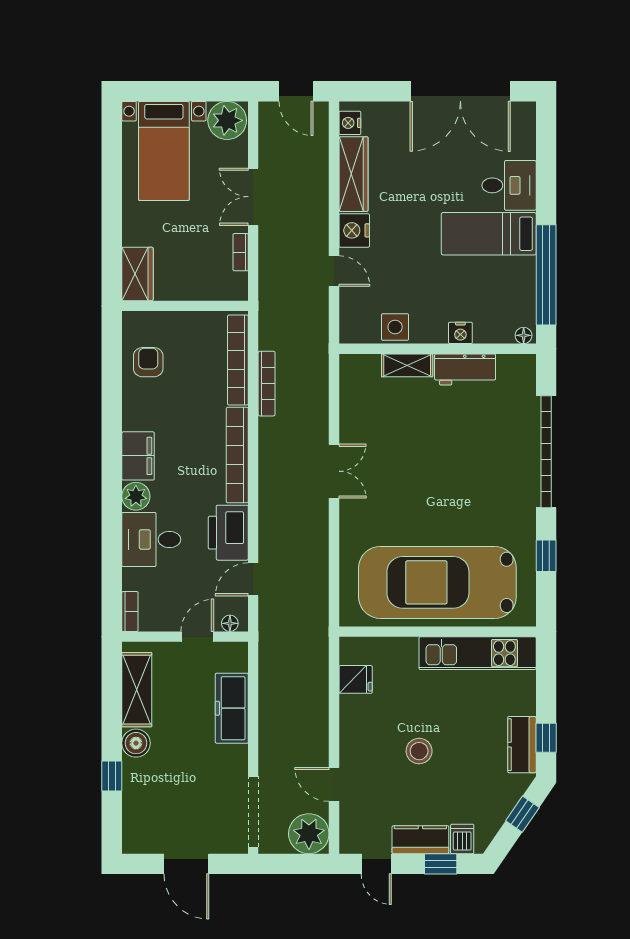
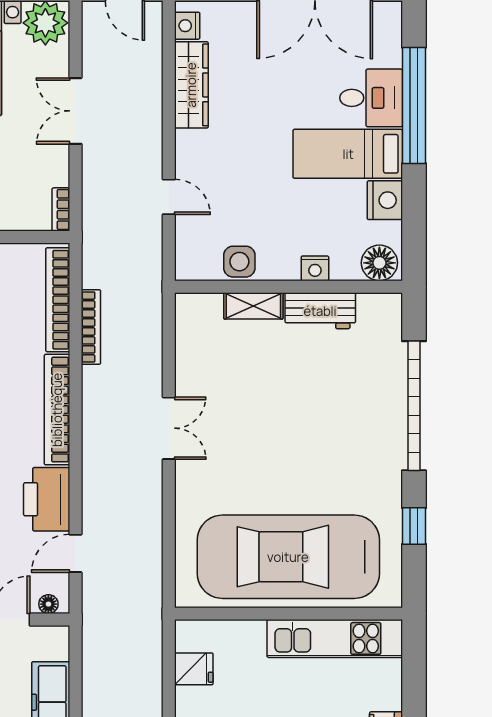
nightstand: (354, 230) -> (385, 200), moved, turned 180
bookcase: (241, 252) -> (61, 209), moved
window: (546, 275) -> (414, 105), moved
floor lamp: (524, 335) -> (379, 263), width x1.89, depth x1.89

